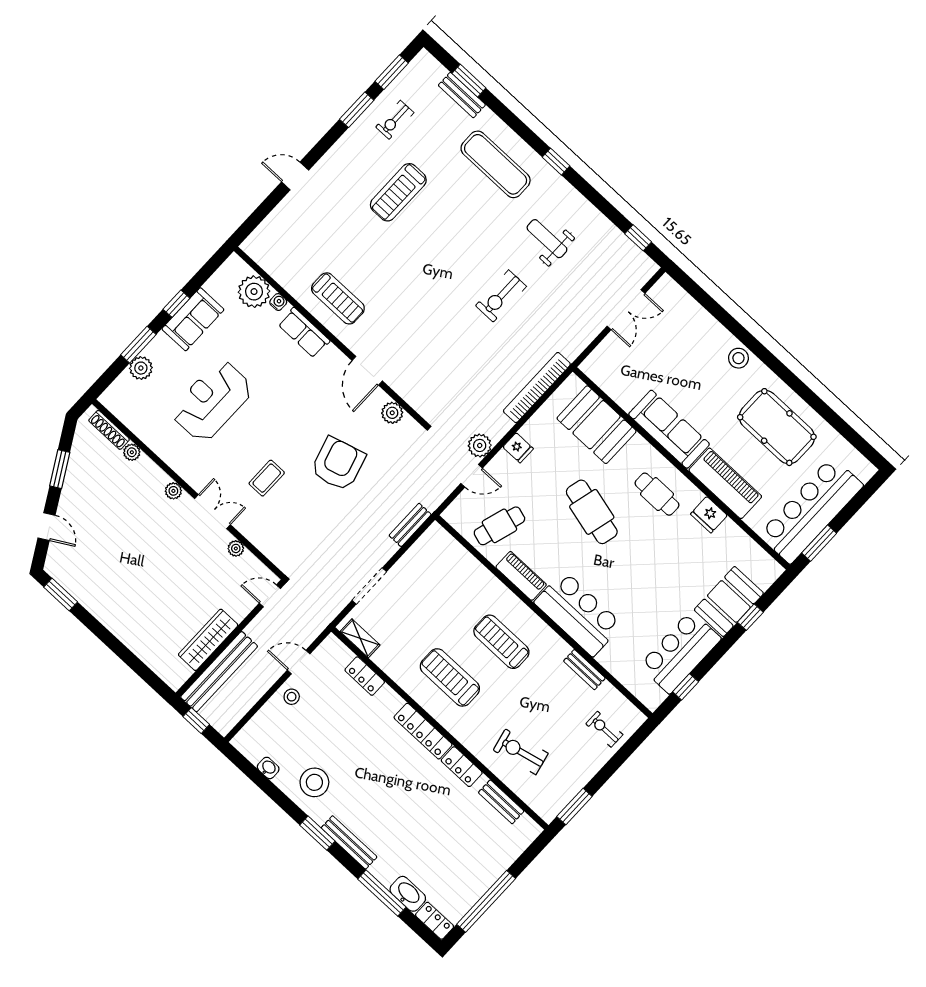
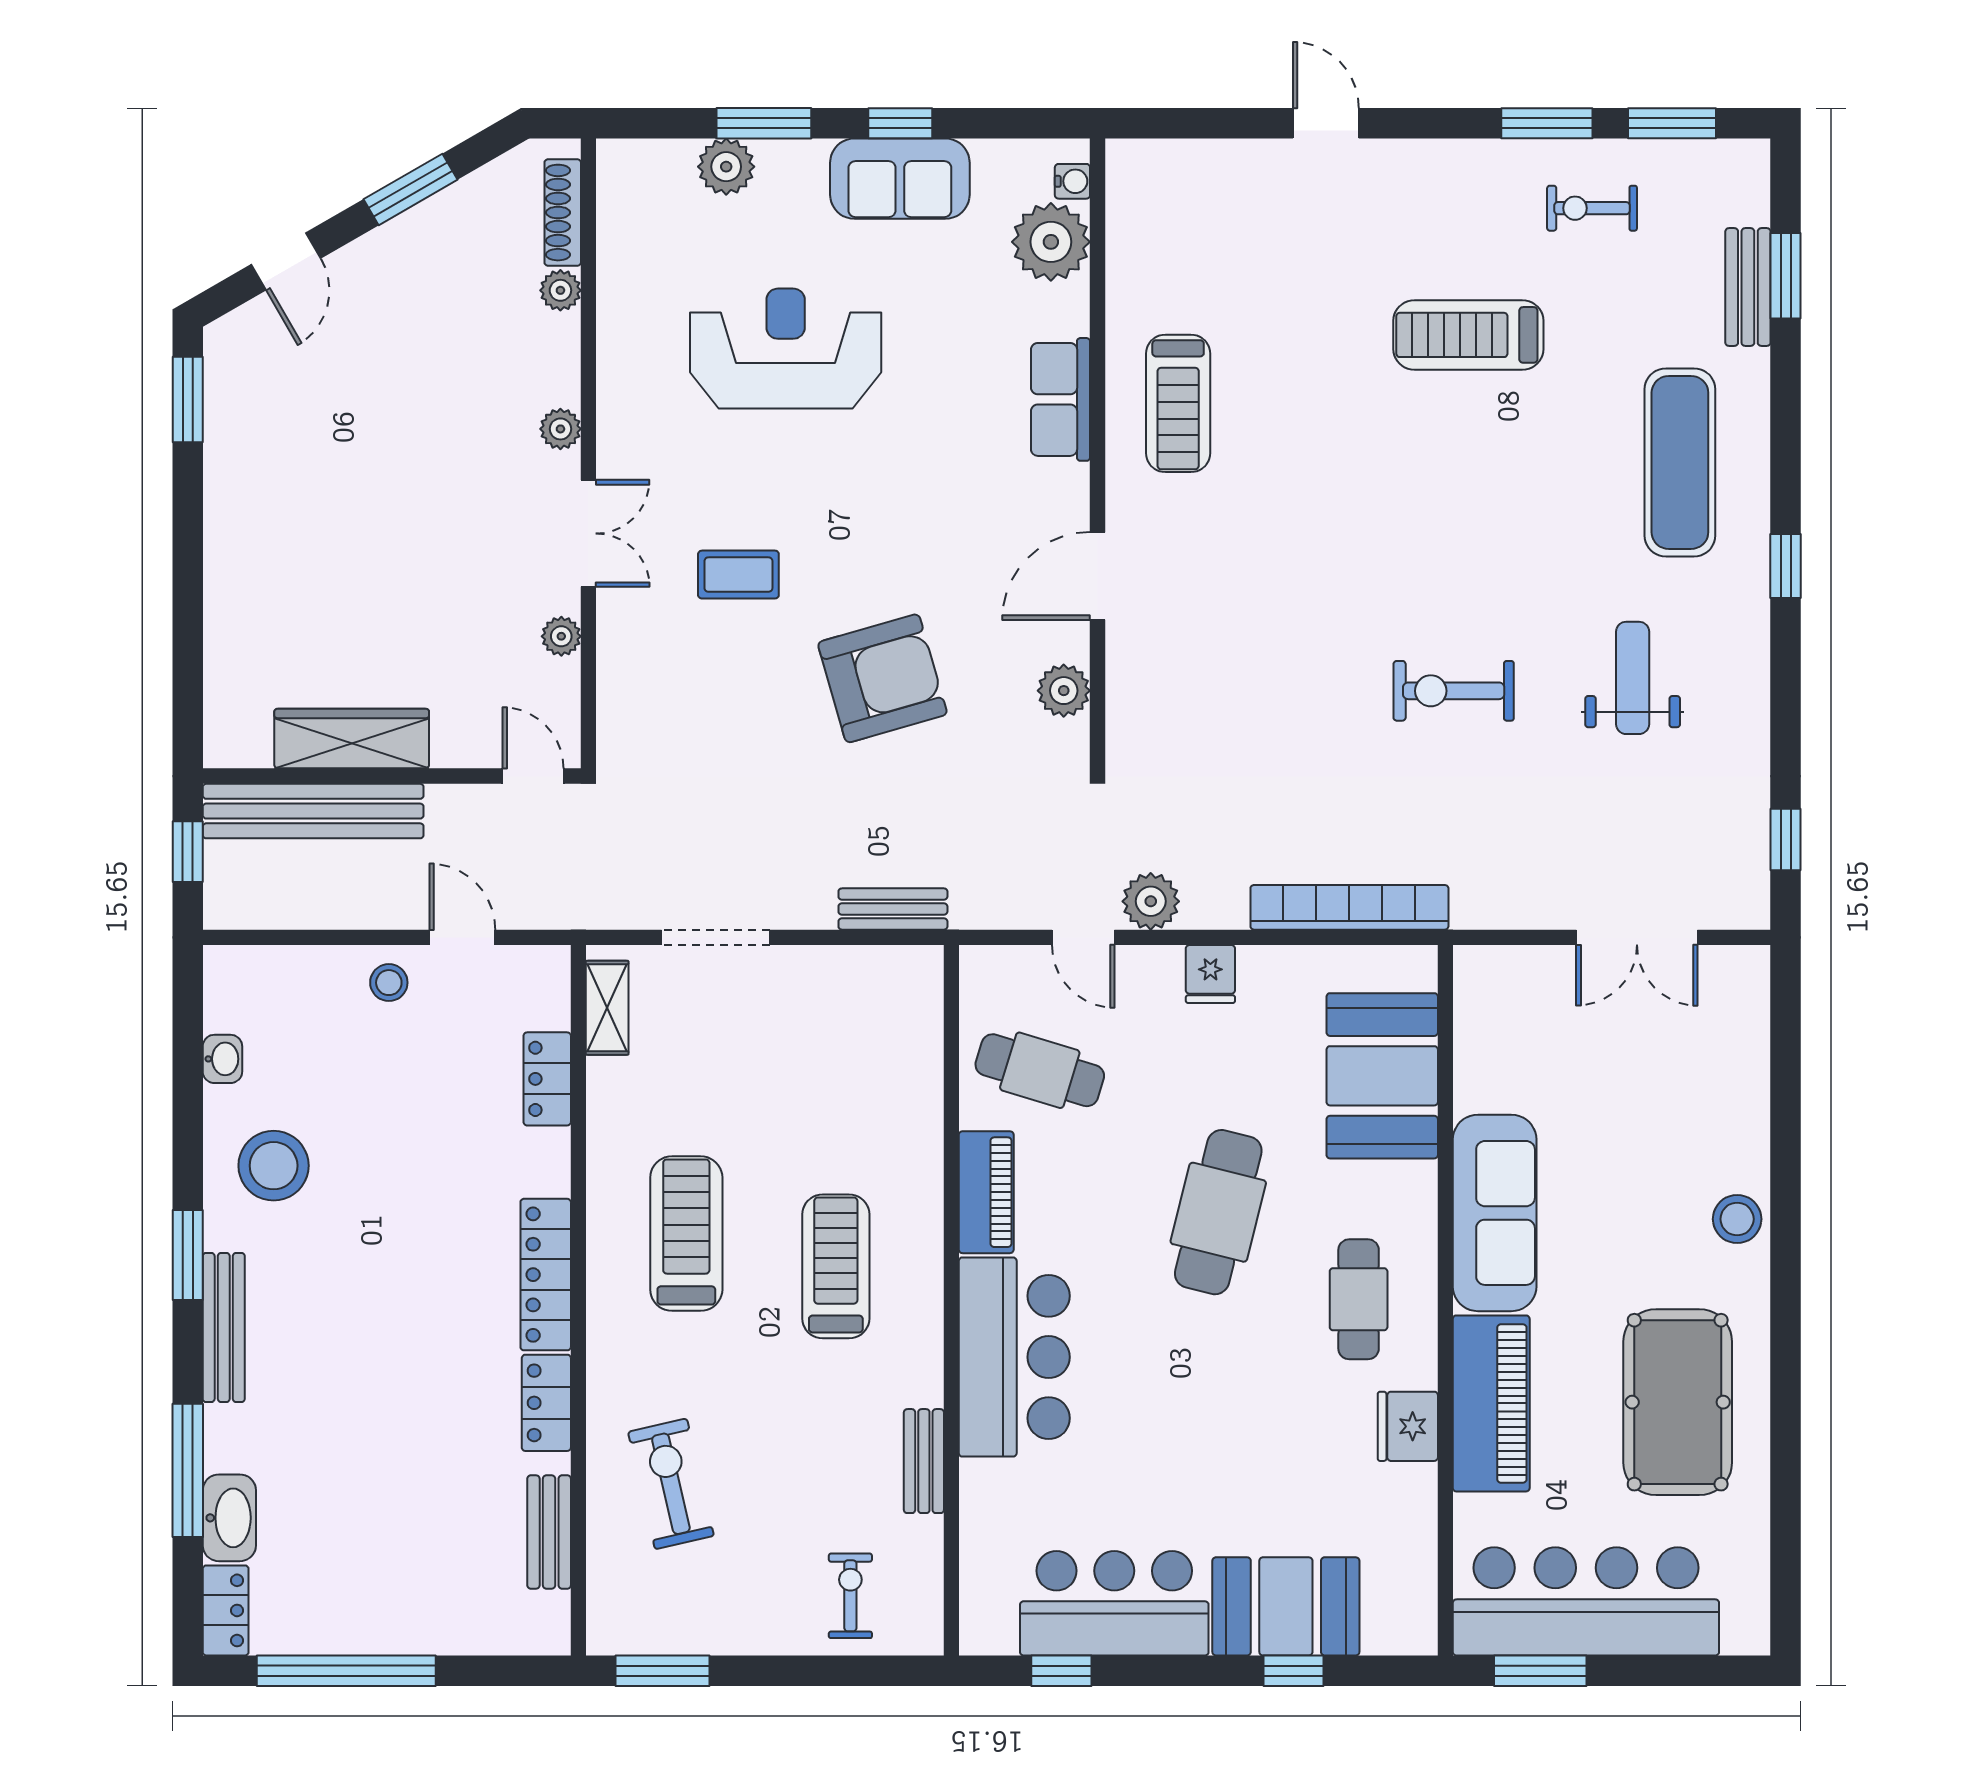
water cooler: (278, 302) -> (1072, 181), moved

